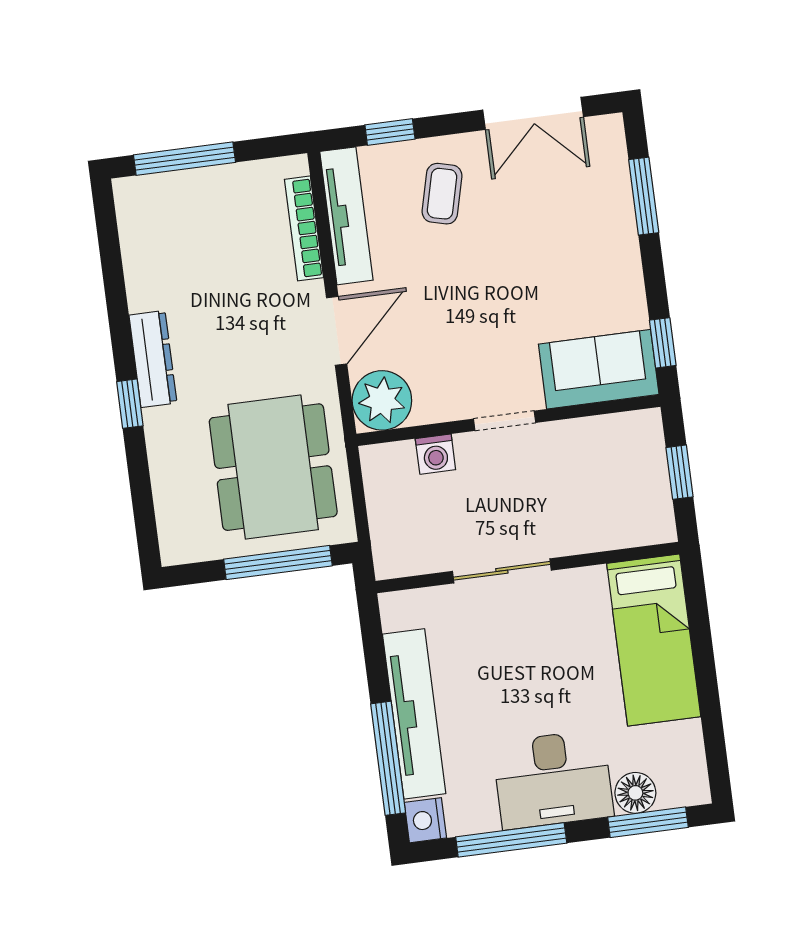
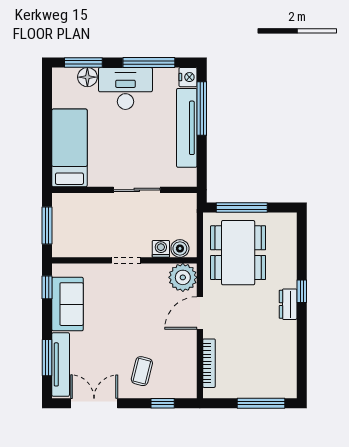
tv unit: (346, 216) -> (61, 364), moved, turned 180
dresser: (153, 359) -> (288, 304), width x0.70
sofa: (599, 369) -> (67, 304), moved, turned -90
boiler: (396, 460) -> (180, 248), added
window: (680, 472) -> (47, 225), width x1.50

